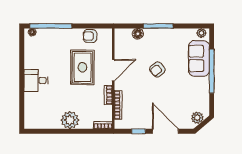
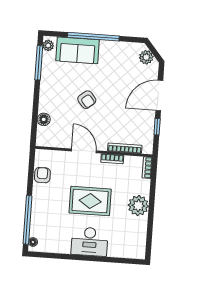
window: (158, 26) -> (39, 63), moved
armchair: (90, 36) -> (42, 175), turned 180
rug: (82, 67) -> (90, 201), moved
desk: (36, 80) -> (90, 242), width x1.37

